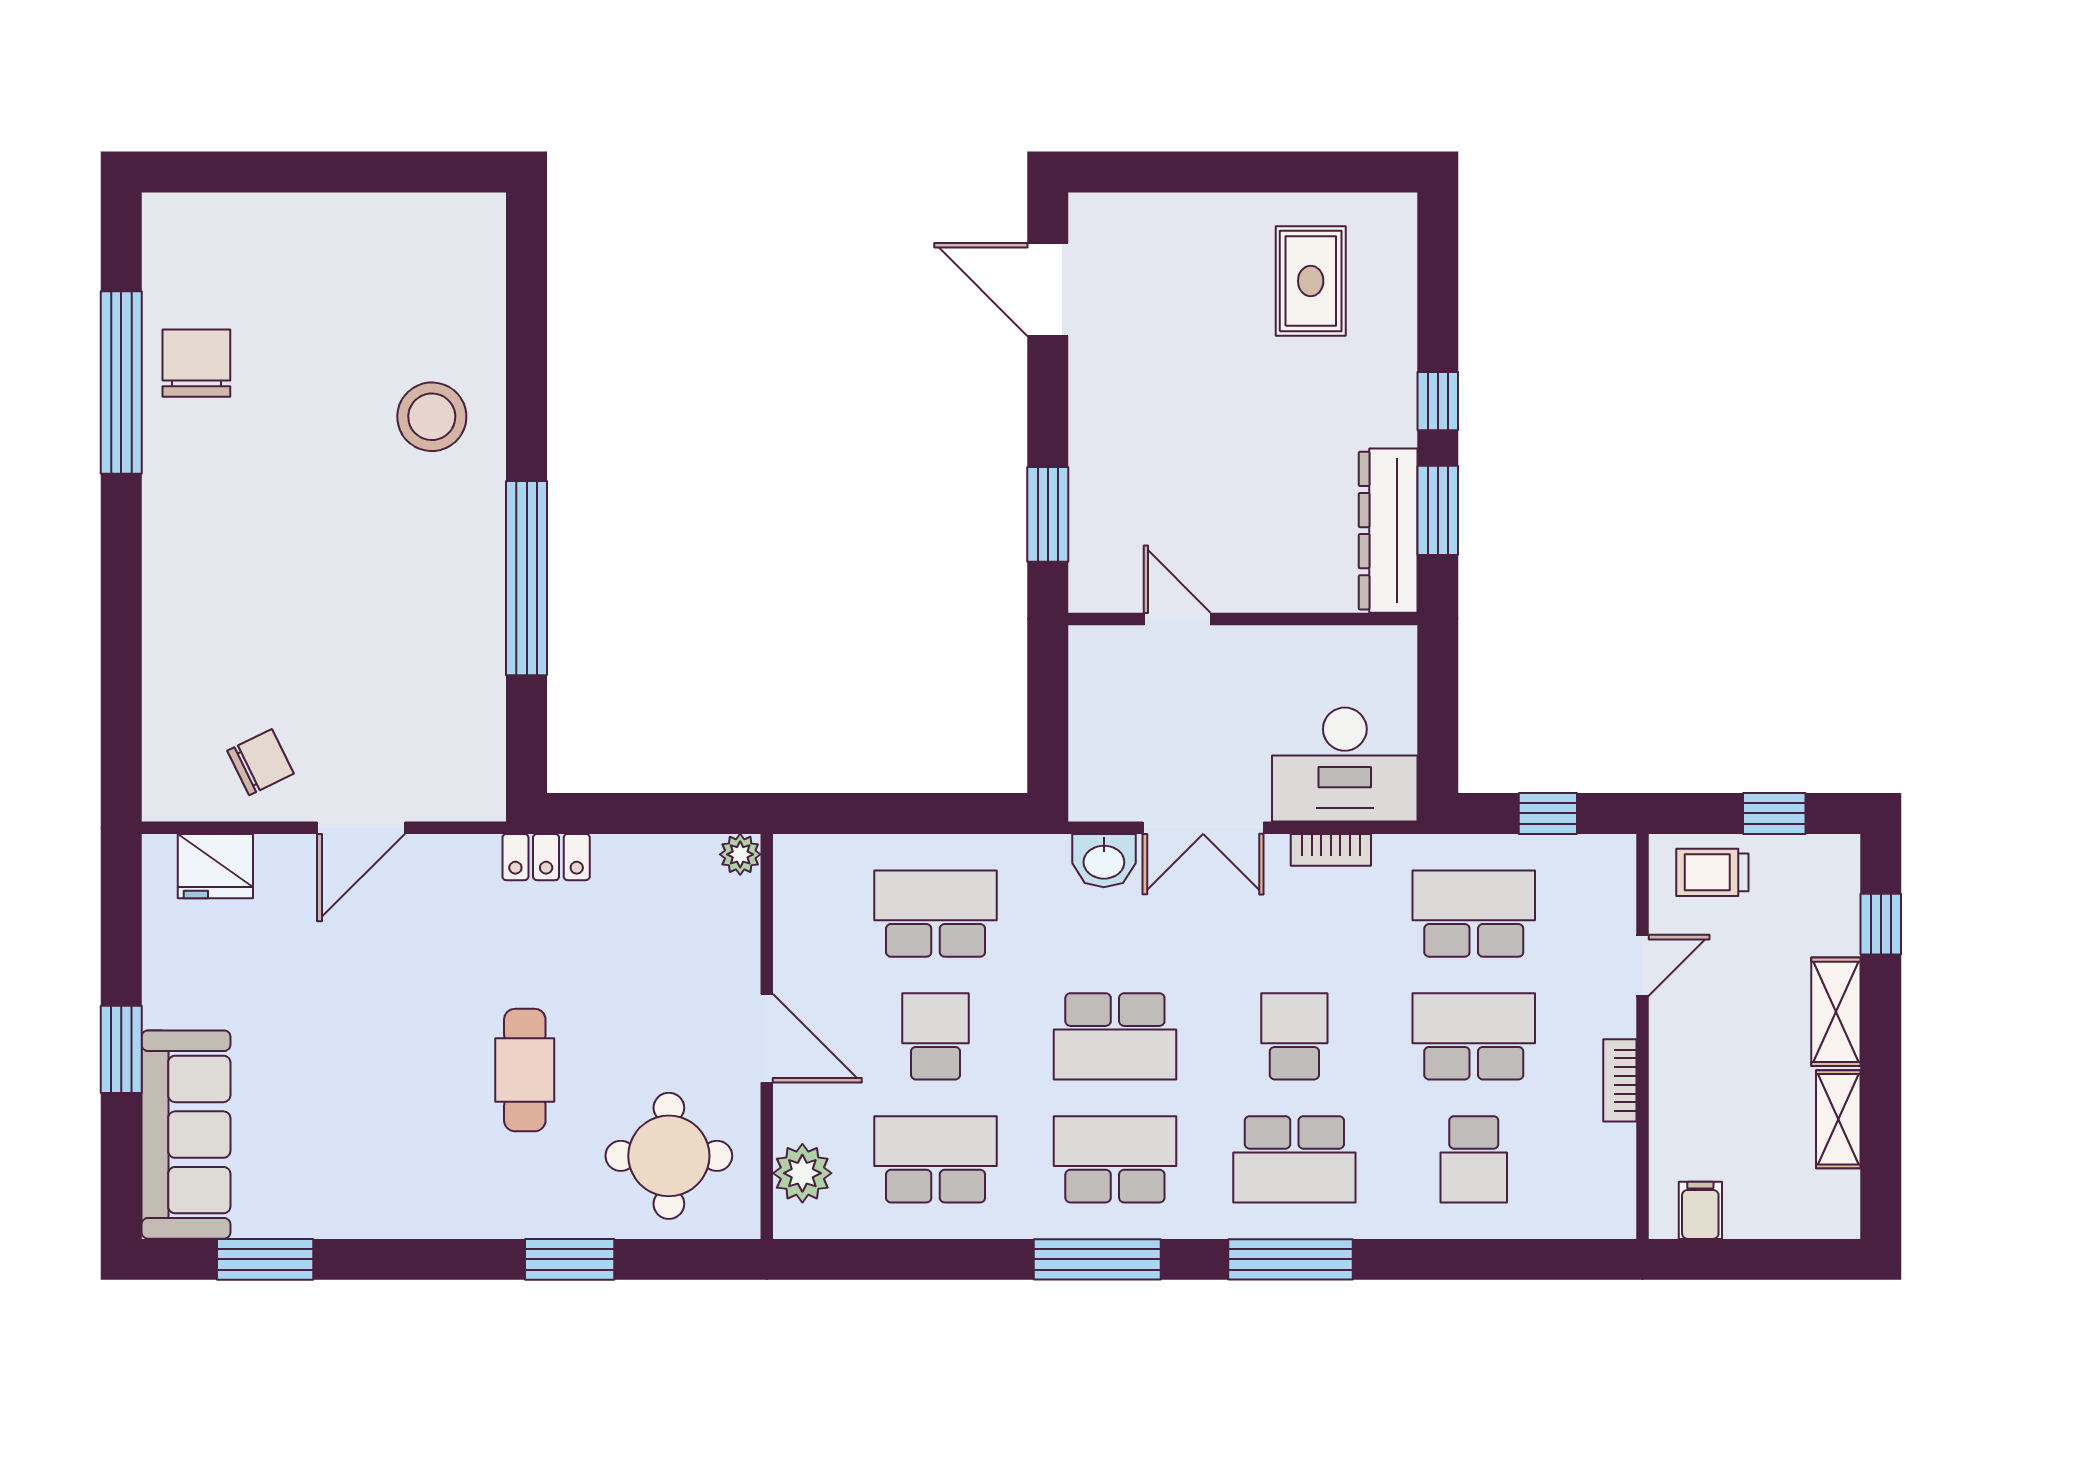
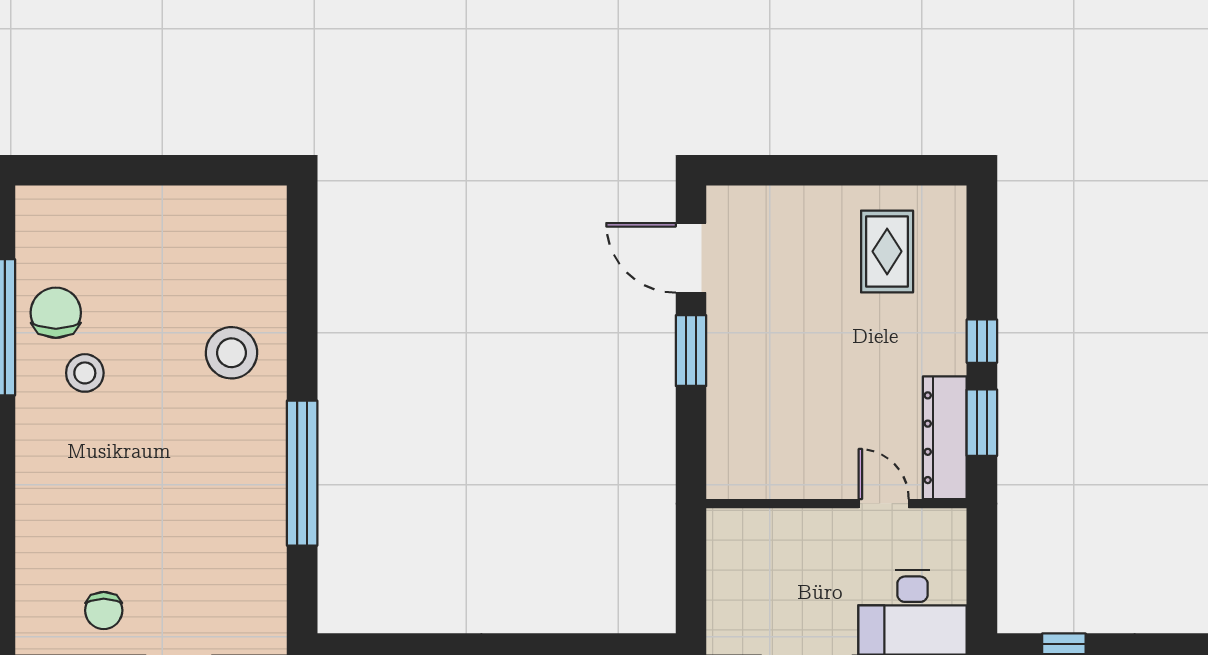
stool: (235, 444) -> (85, 373), added
window: (1048, 514) -> (691, 351), moved
door: (1177, 619) -> (884, 504), moved
chair: (260, 762) -> (104, 610), turned 116

